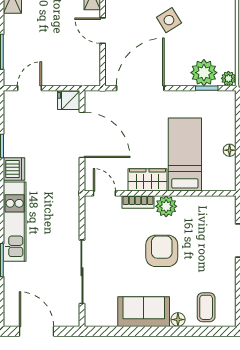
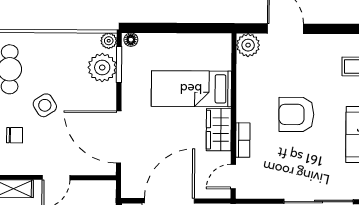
window: (207, 88) -> (119, 65), width x1.50
floor lamp: (230, 150) -> (131, 40), moved
plant: (166, 206) -> (248, 45), moved

